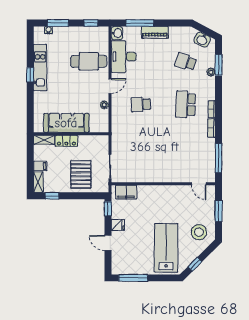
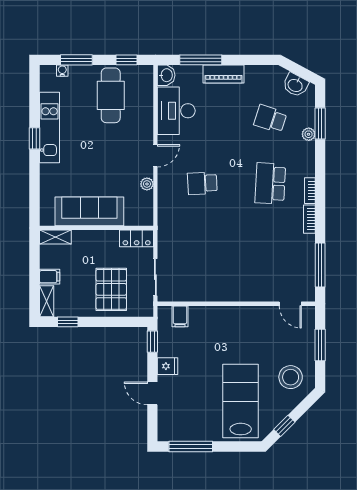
cafe table: (89, 61) -> (111, 95), moved, turned 90
locker: (66, 141) -> (137, 238), moved
filing cabinet: (126, 192) -> (180, 316), width x0.50

